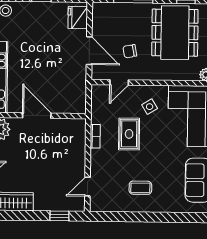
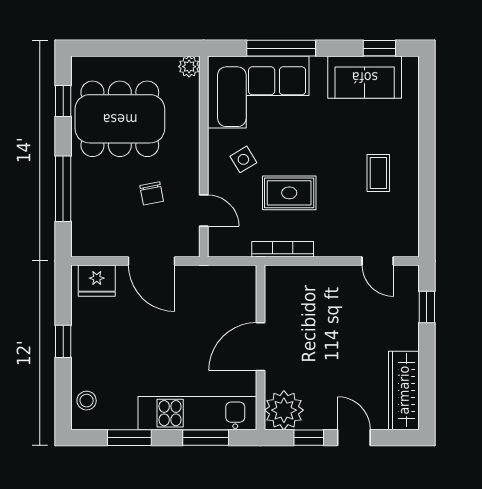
door: (89, 51) -> (152, 261), swing flipped
bookcase: (95, 136) -> (283, 249), width x1.56

